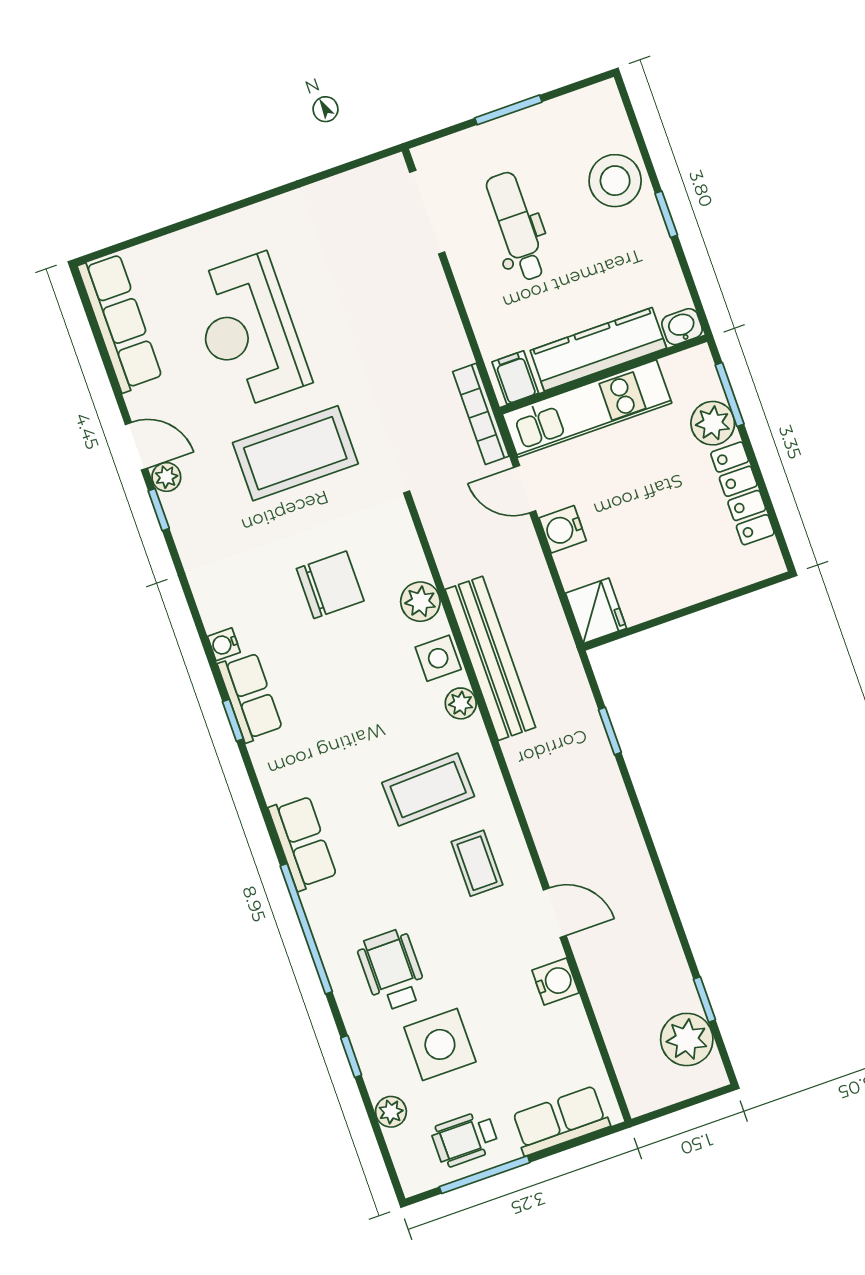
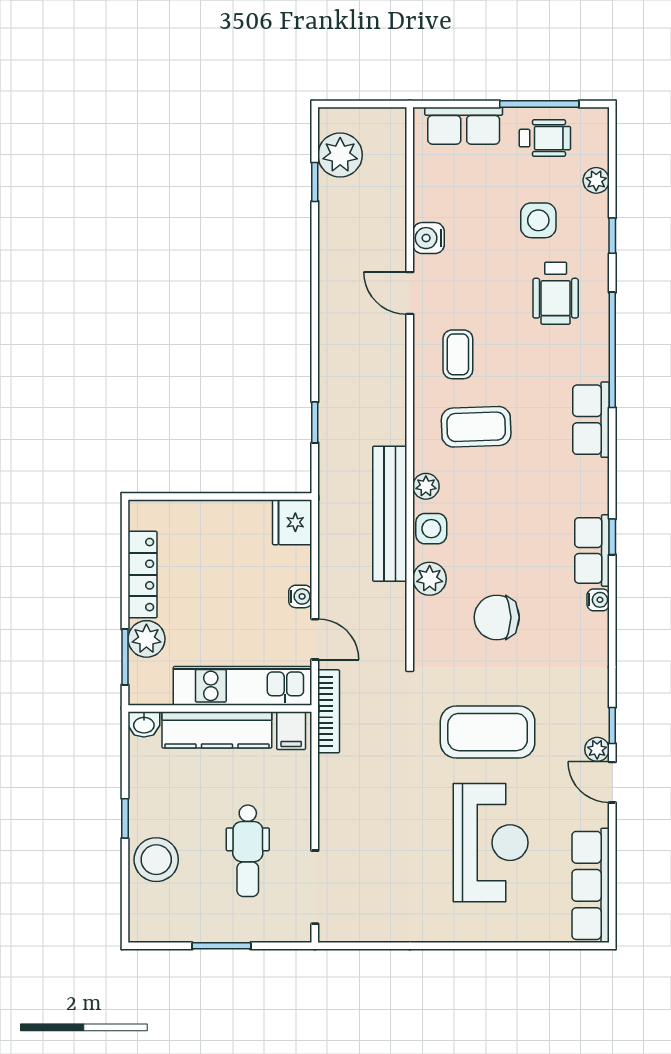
water cooler: (563, 529) -> (300, 596), width x0.72, depth x0.72
side table: (440, 1044) -> (538, 220), width x0.73, depth x0.73

